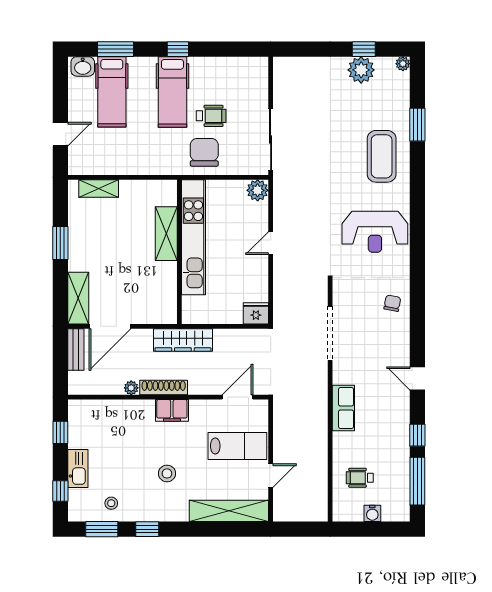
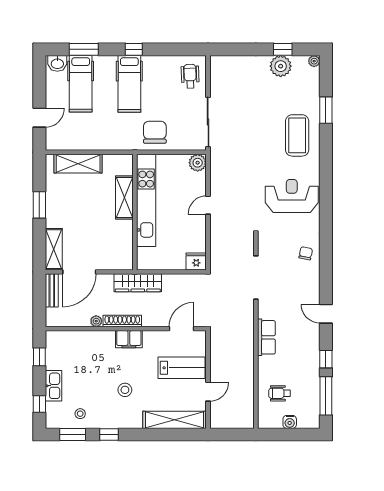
wheelchair: (211, 116) -> (190, 76), moved, turned -92
shelving: (99, 188) -> (78, 164), width x1.50, depth x1.33
reception desk: (375, 232) -> (292, 196), turned 180

